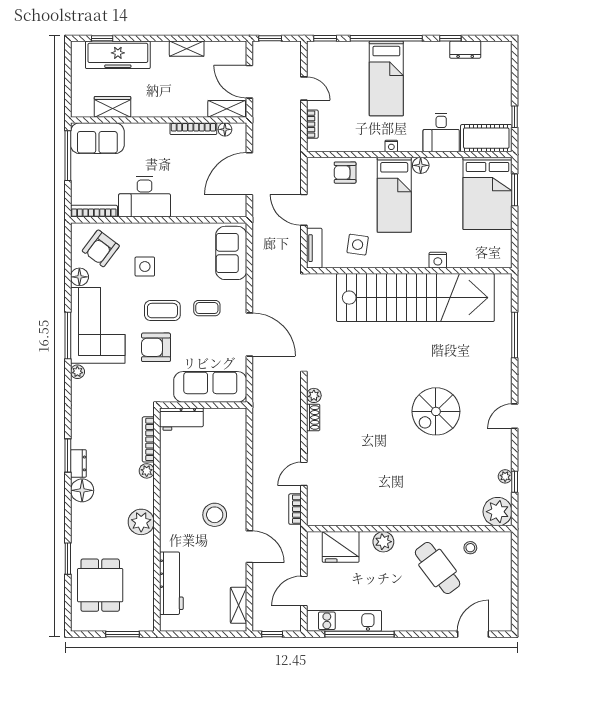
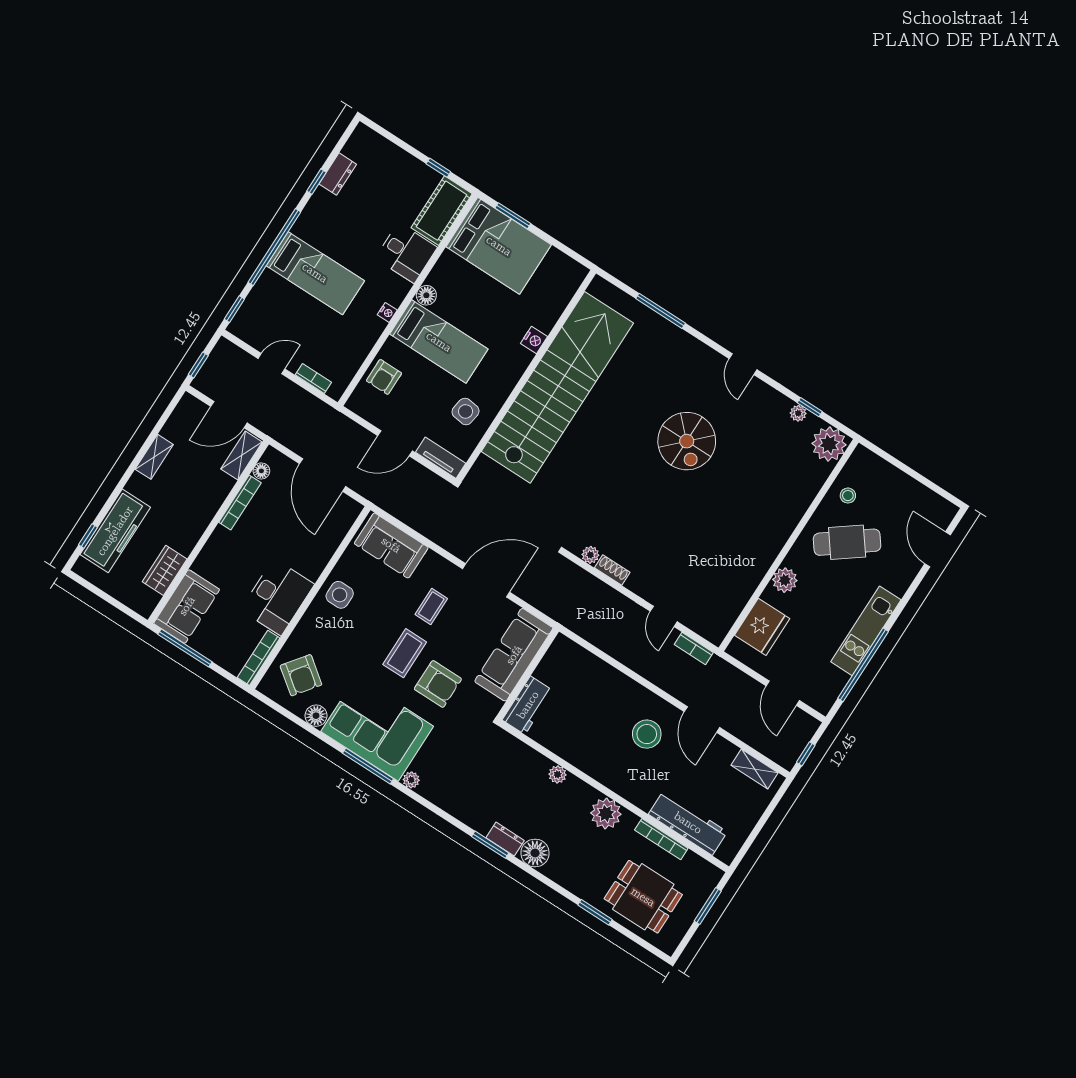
side table: (145, 267) -> (340, 595), moved
armchair: (156, 347) -> (438, 684), turned -90
bookcase: (148, 439) -> (661, 839), moved
door: (249, 547) -> (702, 720), swing flipped
kitchen unit: (344, 621) -> (866, 631), moved

